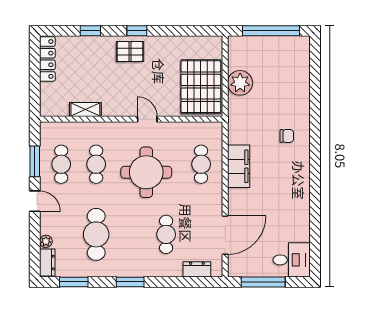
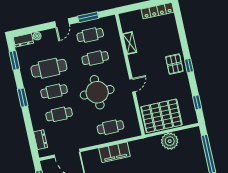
window: (90, 31) -> (197, 102), moved
cafe table: (131, 234) -> (54, 91), added

